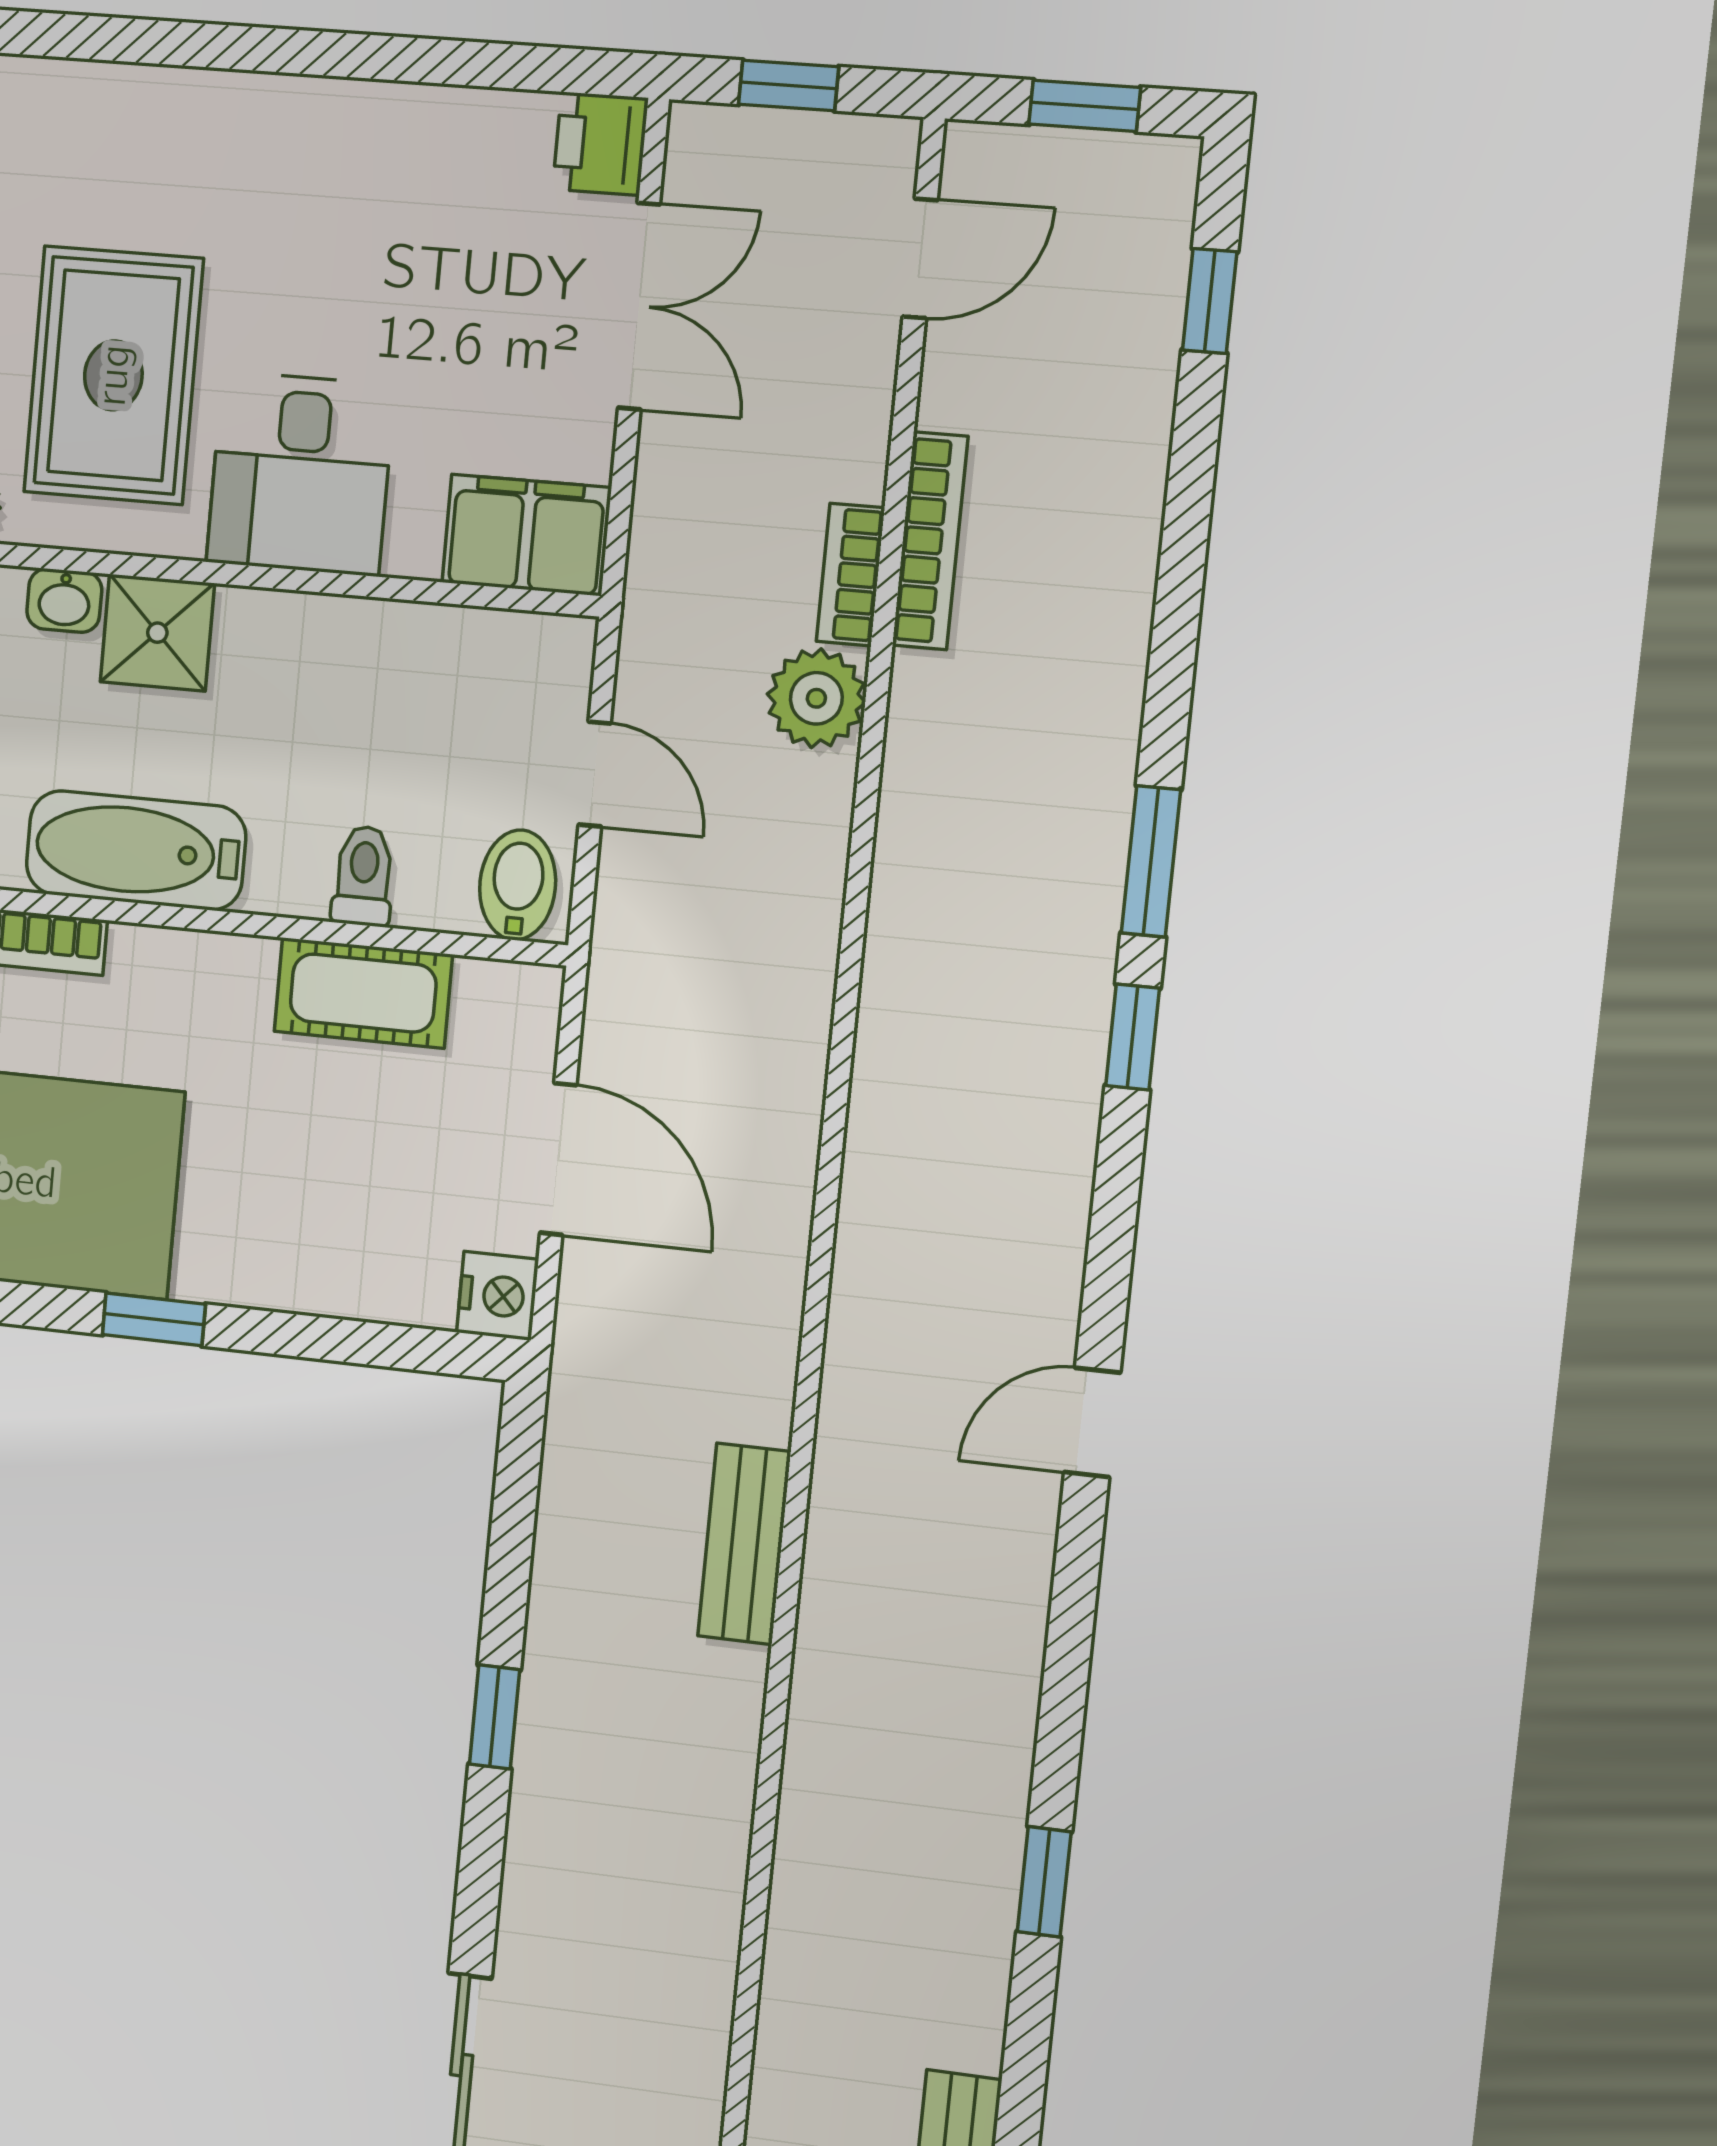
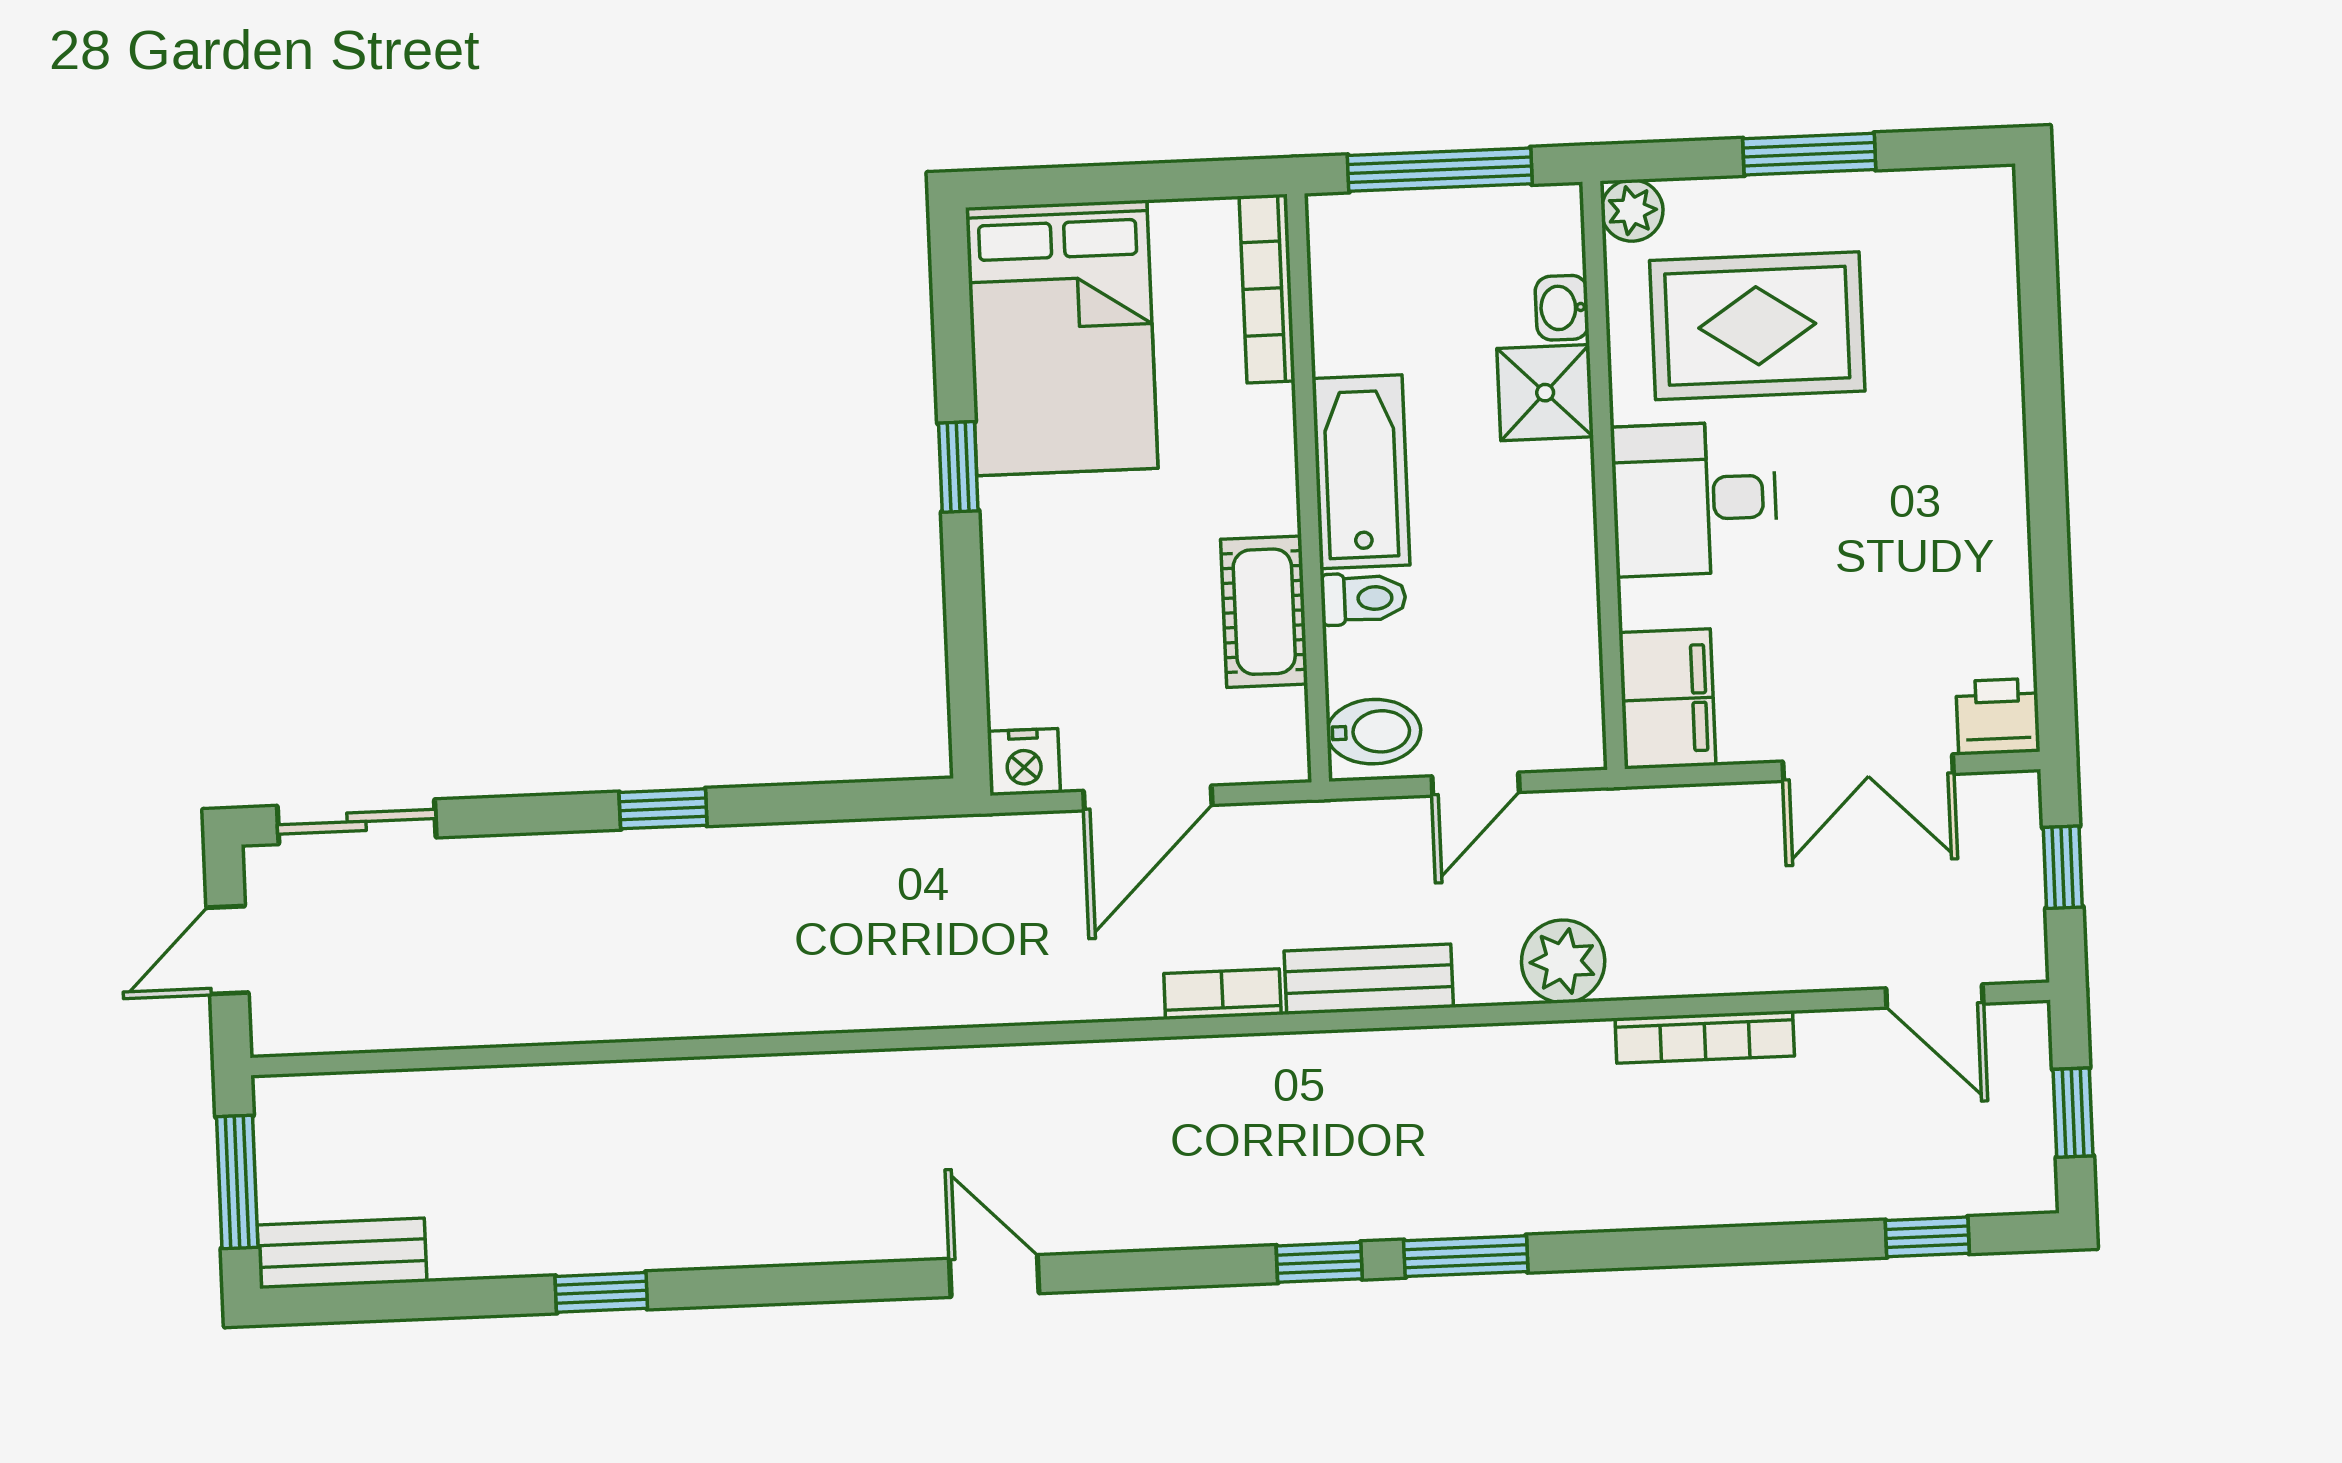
bookcase: (851, 575) -> (1222, 994), moved
bathtub: (136, 850) -> (1361, 472), moved
bench: (744, 1544) -> (1369, 979), moved

